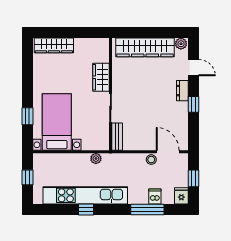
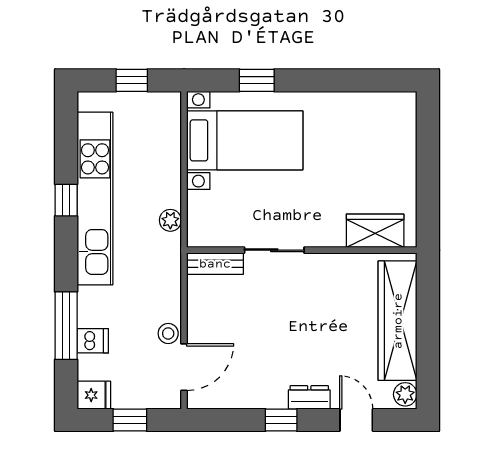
wardrobe: (54, 45) -> (402, 134), removed
door: (194, 68) -> (356, 420), swing flipped
wardrobe: (101, 77) -> (375, 231), moved

